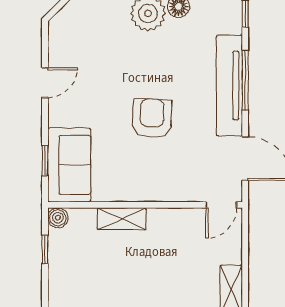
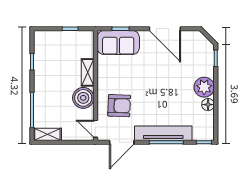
door: (45, 83) -> (165, 29), width x1.87
armchair: (152, 118) -> (119, 106), moved
boiler: (58, 218) -> (83, 98), moved, width x1.86, depth x1.86

